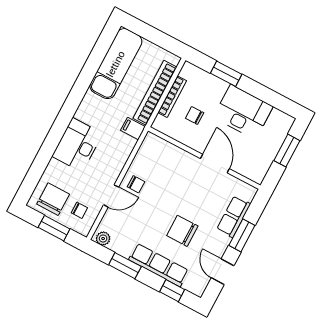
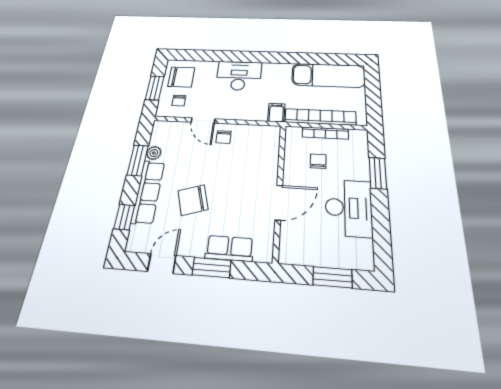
chair: (182, 231) -> (193, 200), turned -107
plant: (103, 239) -> (154, 153), moved

